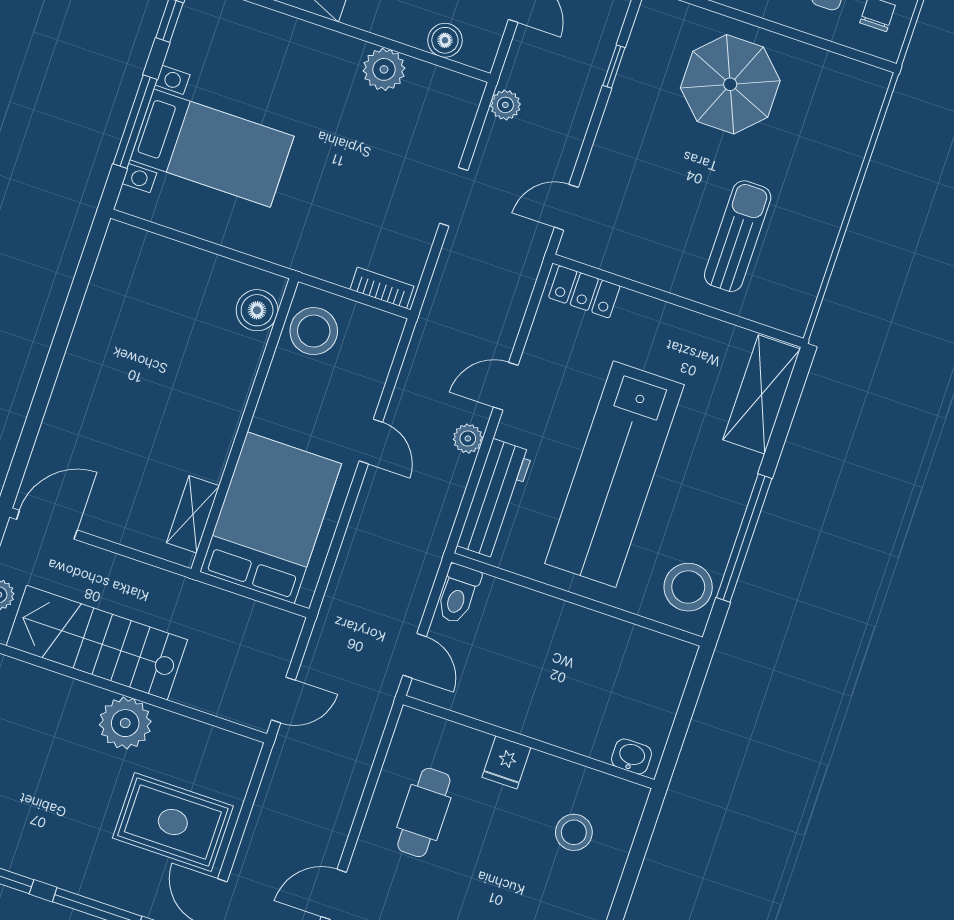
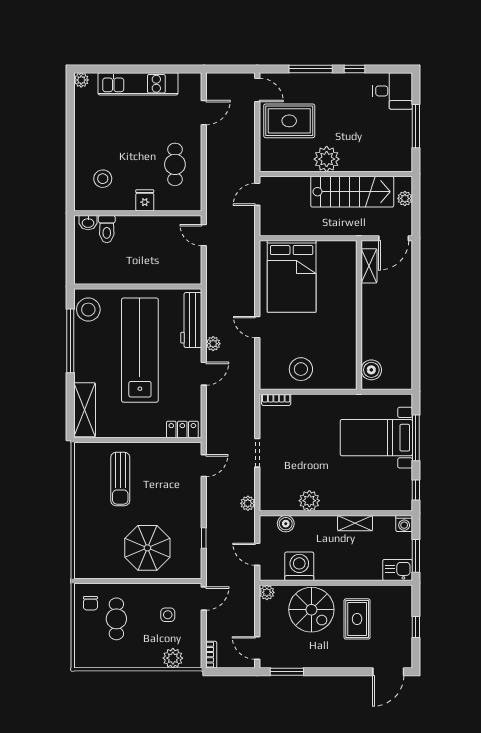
boiler: (257, 310) -> (371, 370), moved
wall: (245, 425) -> (359, 315), moved
shelving: (193, 514) -> (369, 266), moved
toilet: (458, 594) -> (107, 229), moved, turned 180

